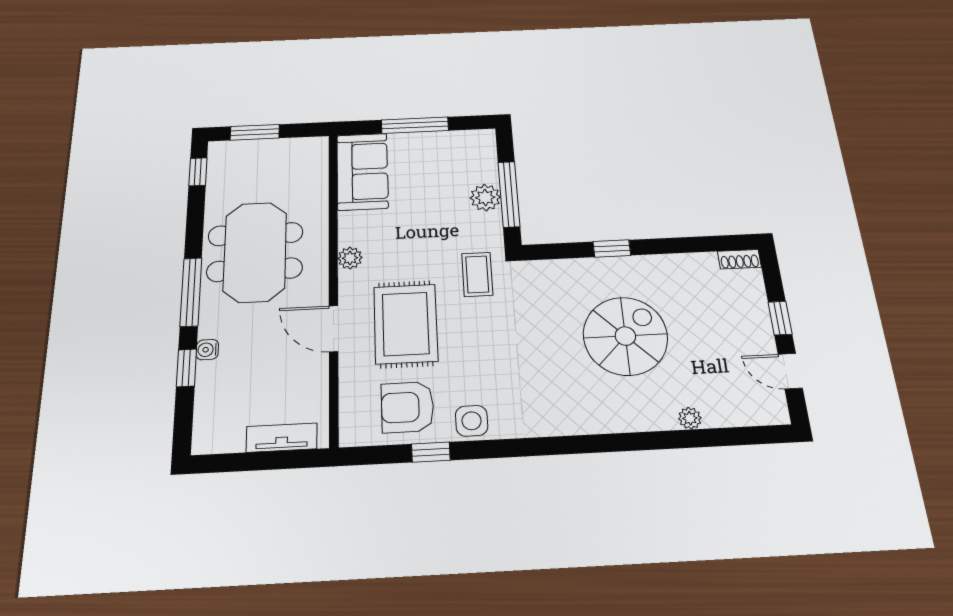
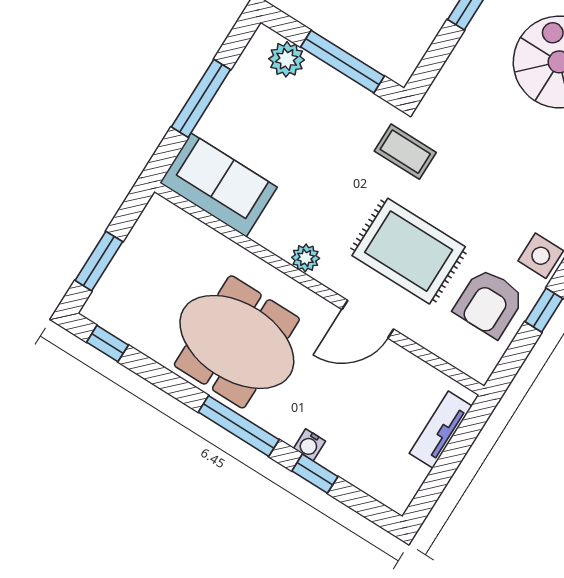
plant: (485, 198) -> (287, 59), moved

